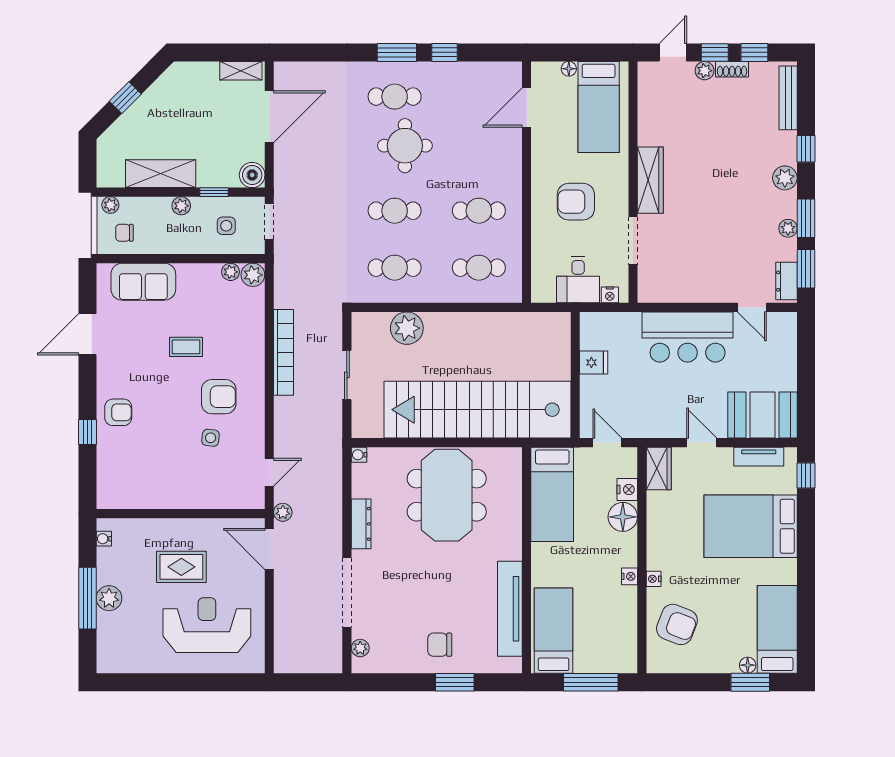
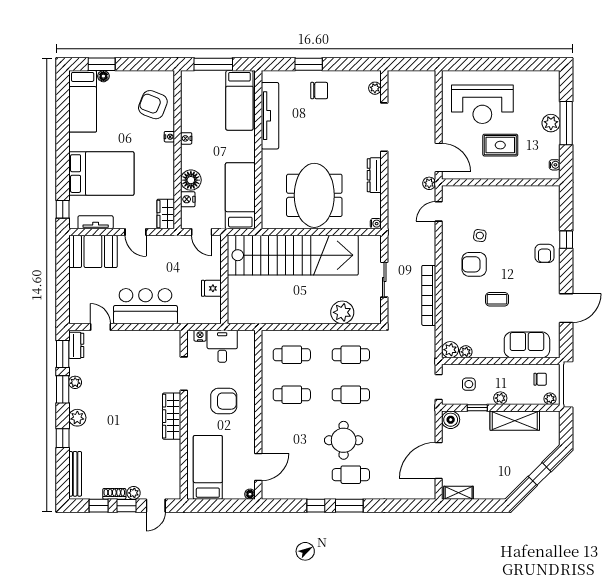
floor lamp: (569, 69) -> (250, 494), moved
armchair: (118, 412) -> (545, 253), turned -90

